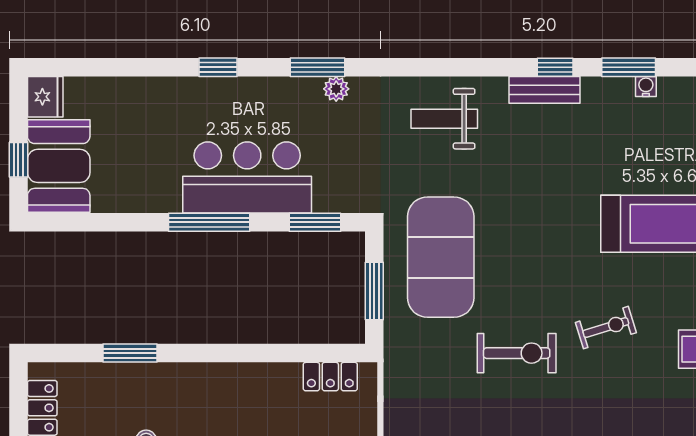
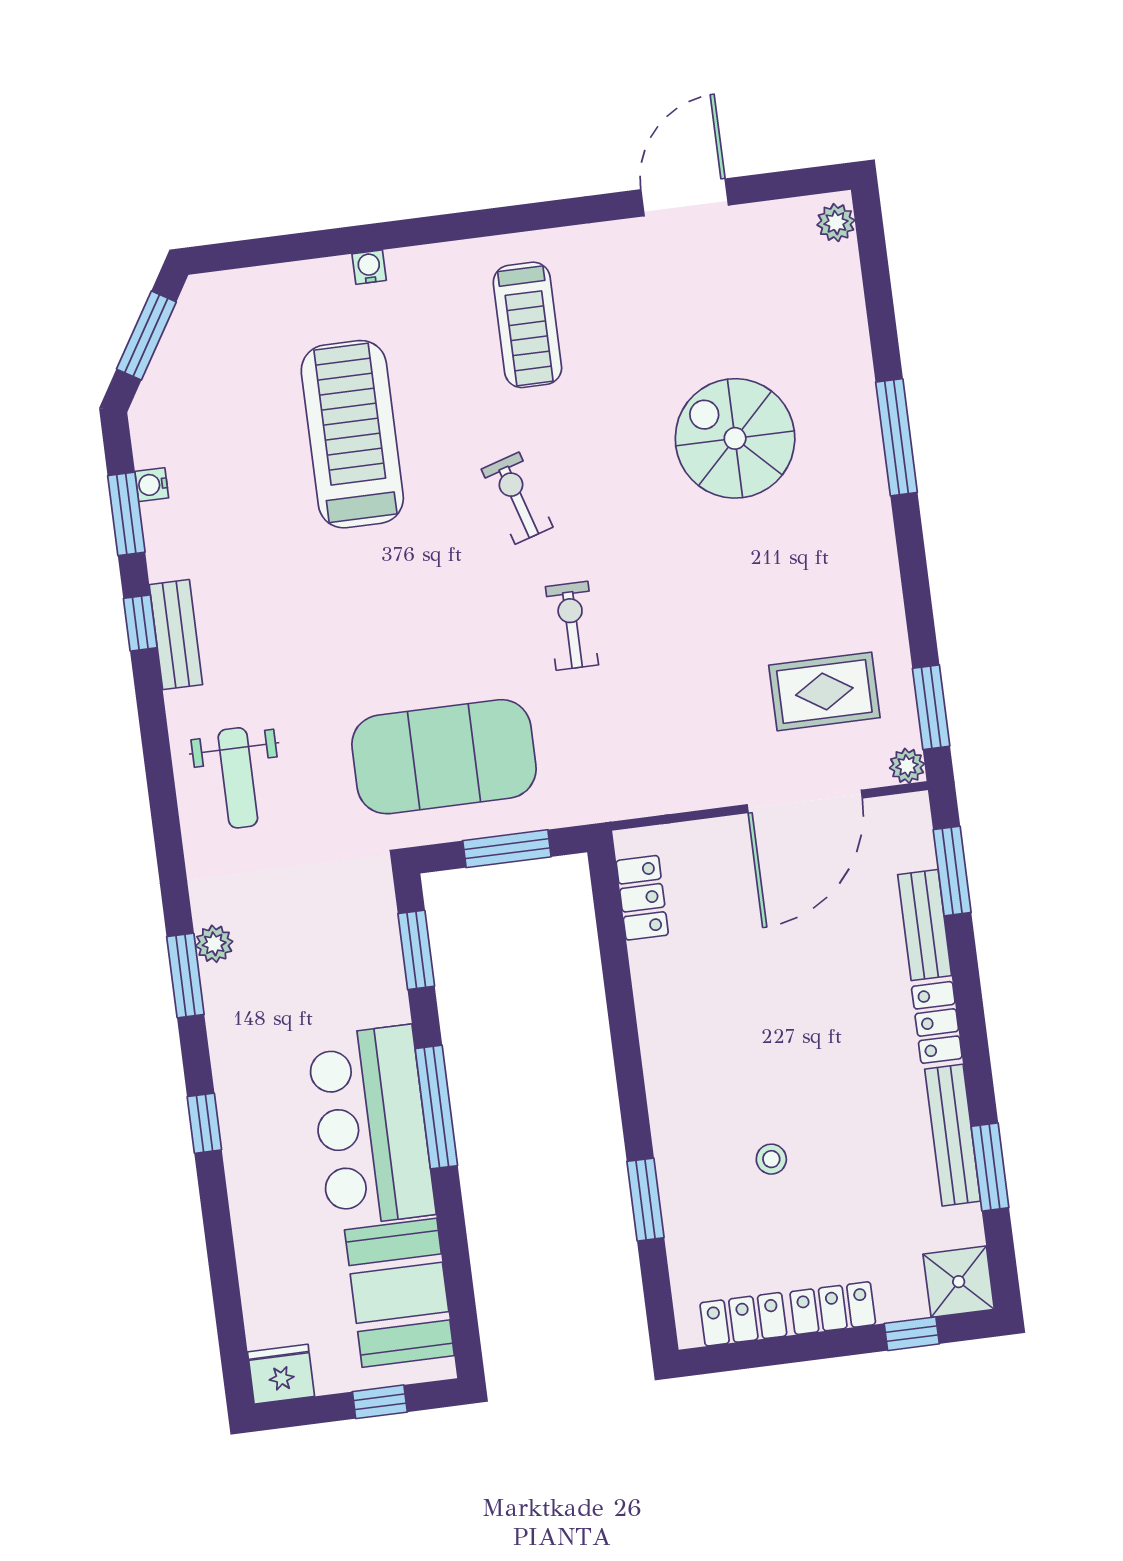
booth: (59, 166) -> (399, 1293), moved, turned 90
bar counter: (247, 178) -> (371, 1126), moved
exercise bike: (517, 353) -> (572, 626), width x0.73, depth x0.72

